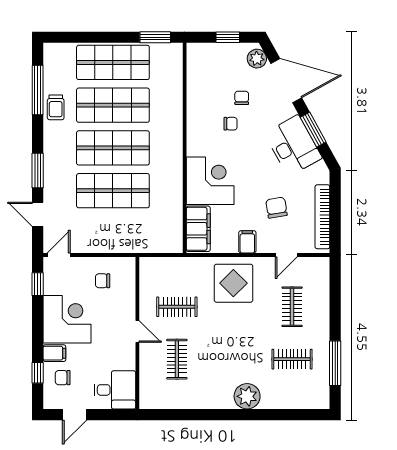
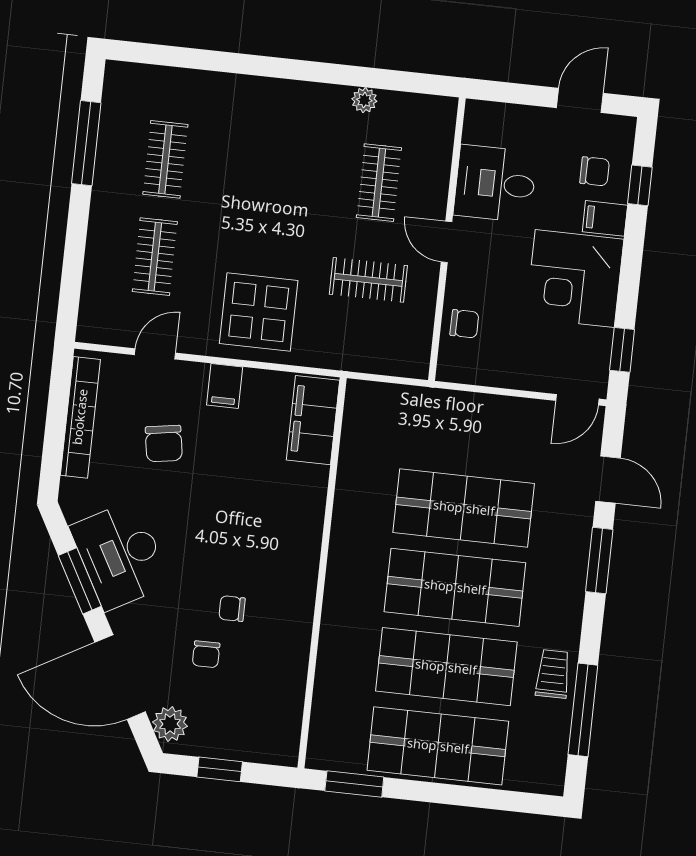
corner desk: (210, 181) -> (281, 507), removed
chair: (103, 281) -> (464, 324), moved
clothes rail: (292, 359) -> (165, 159), turned 90
desk: (115, 390) -> (495, 184), moved
plant: (247, 396) -> (364, 100), moved, width x0.53, depth x0.53

